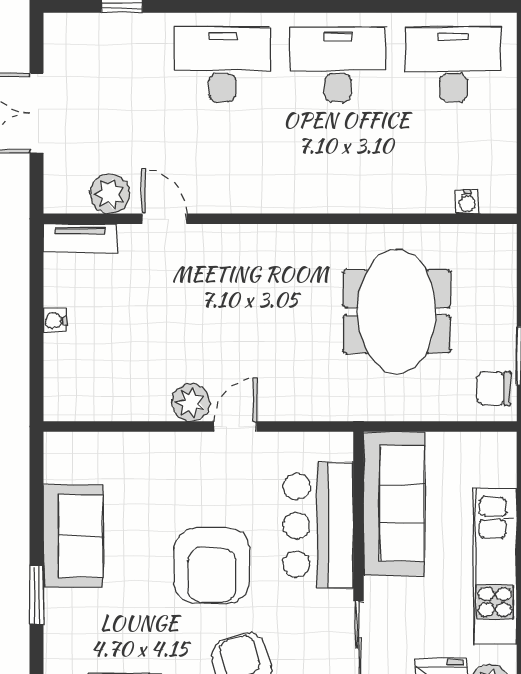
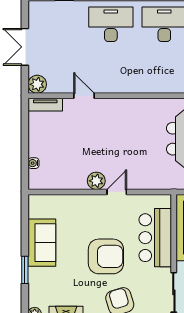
plant: (110, 194) -> (37, 84), moved
water cooler: (55, 320) -> (33, 163), moved
armchair: (212, 566) -> (106, 256), turned -90

